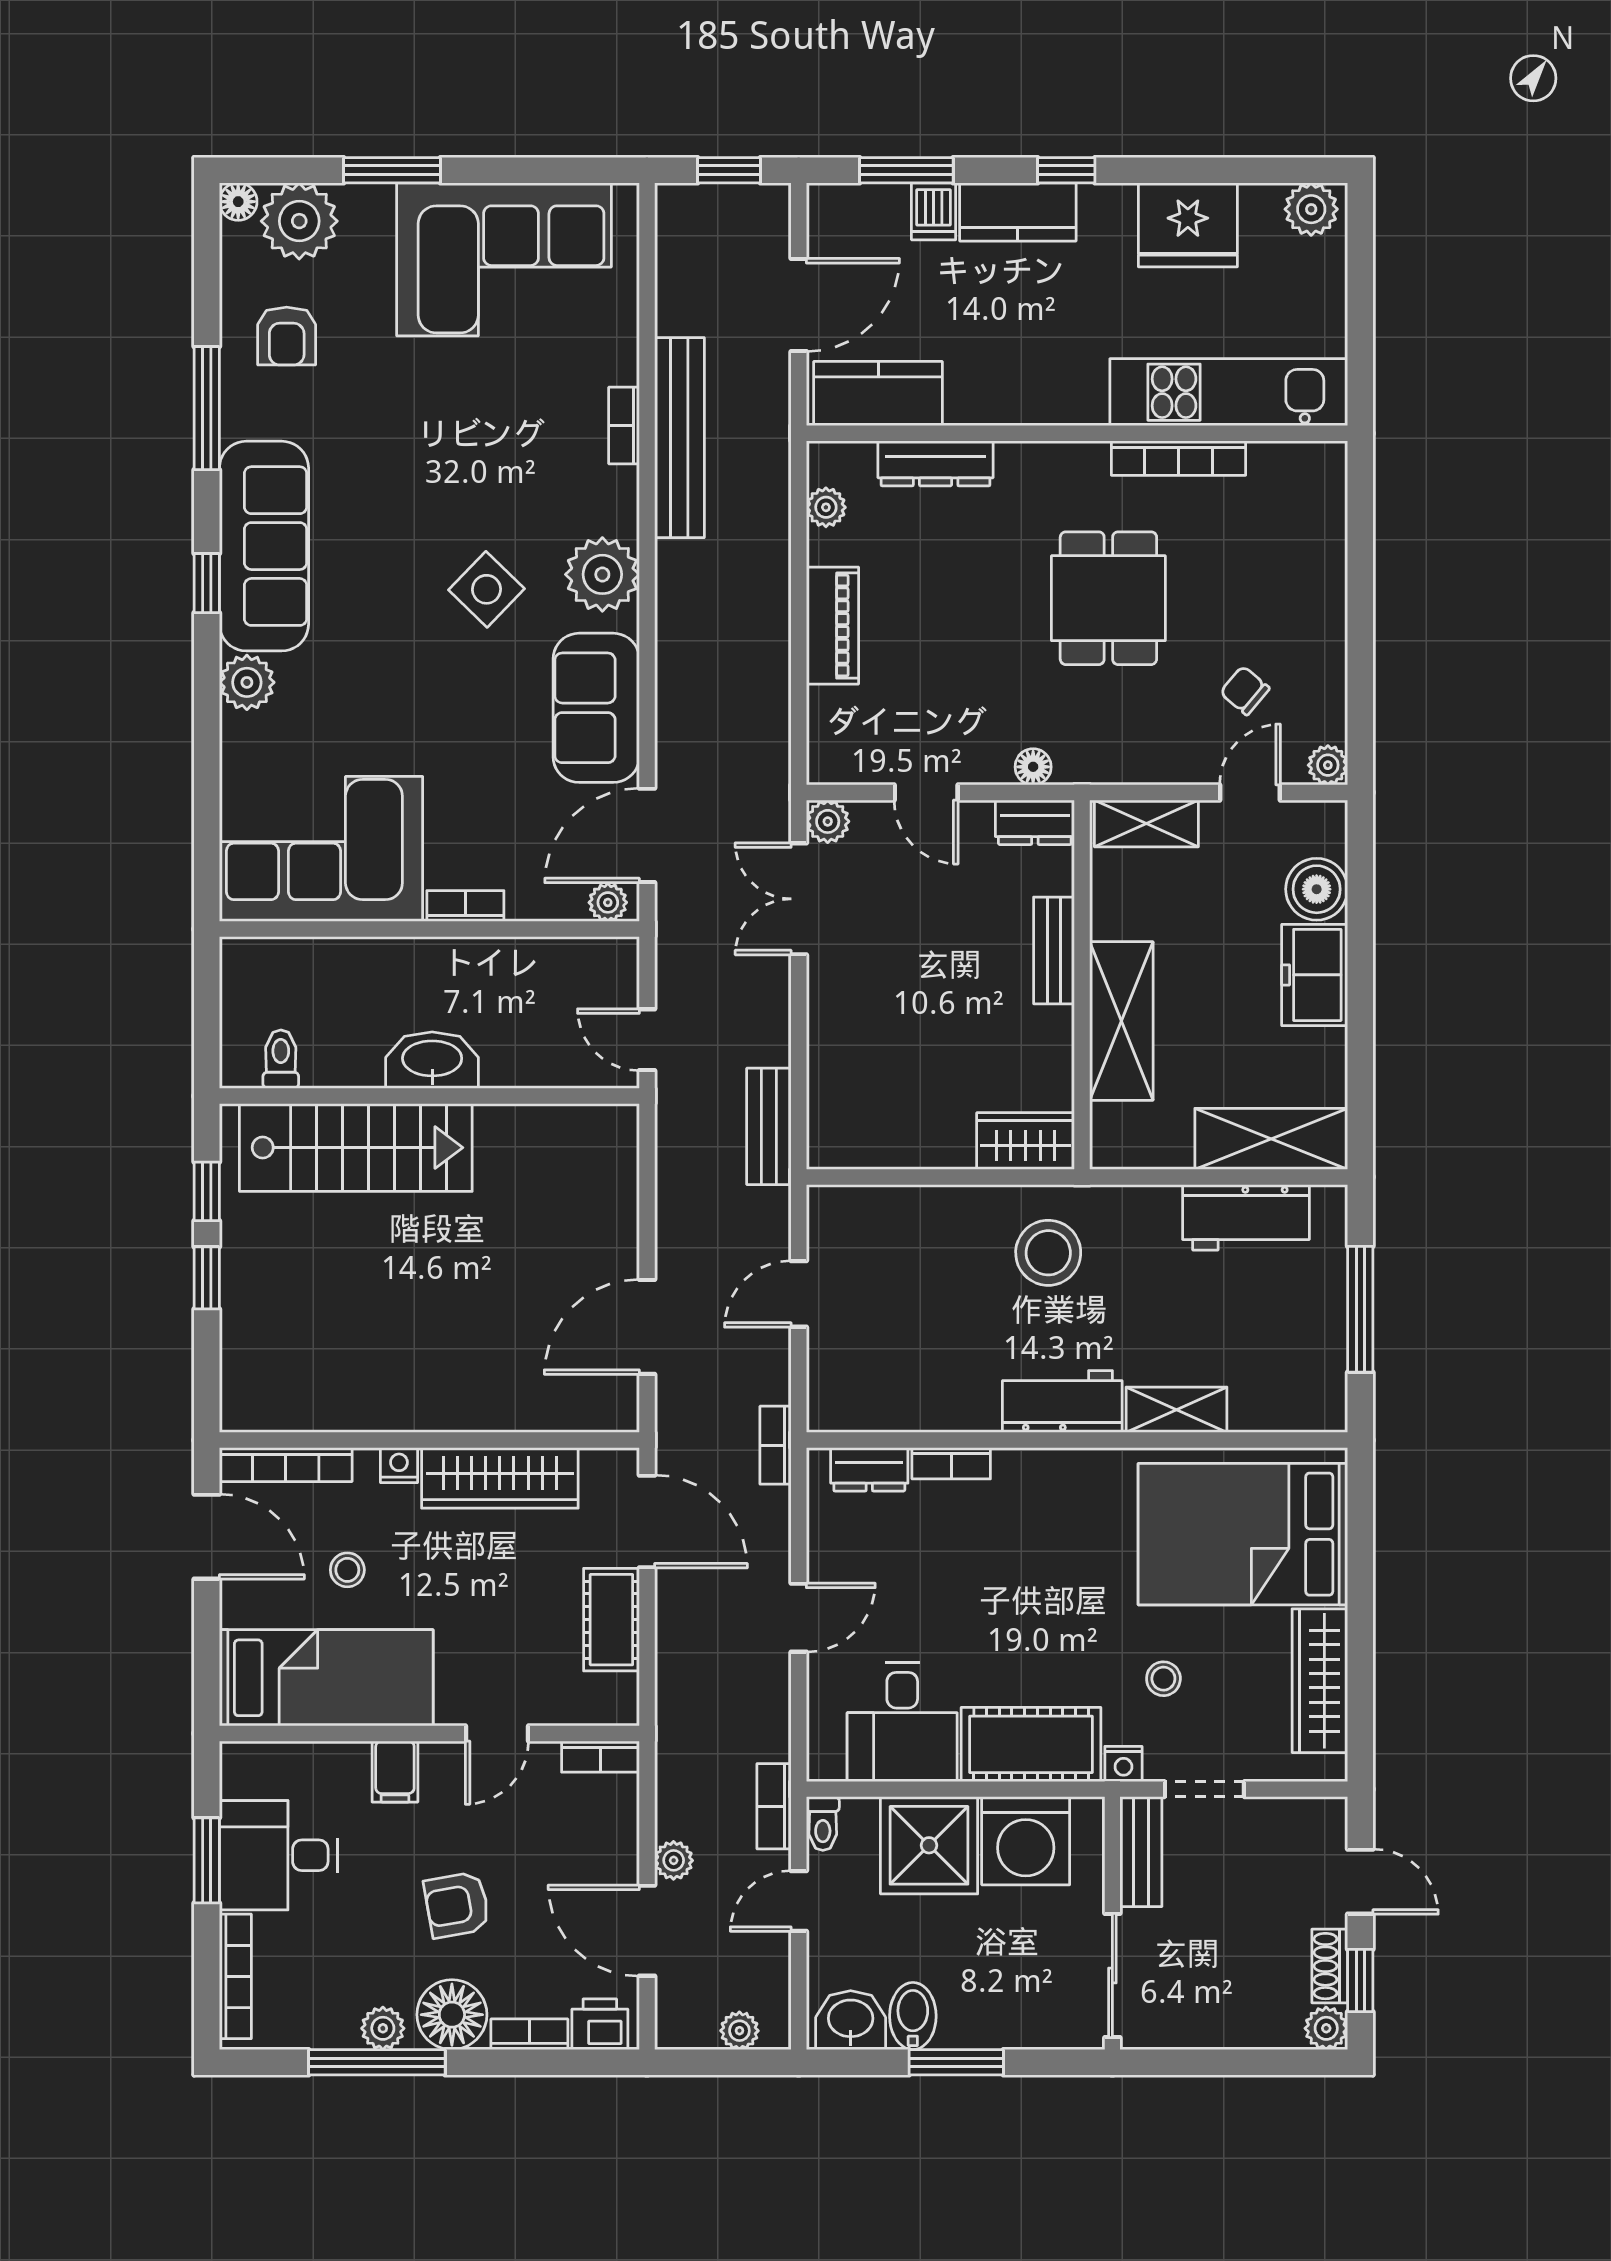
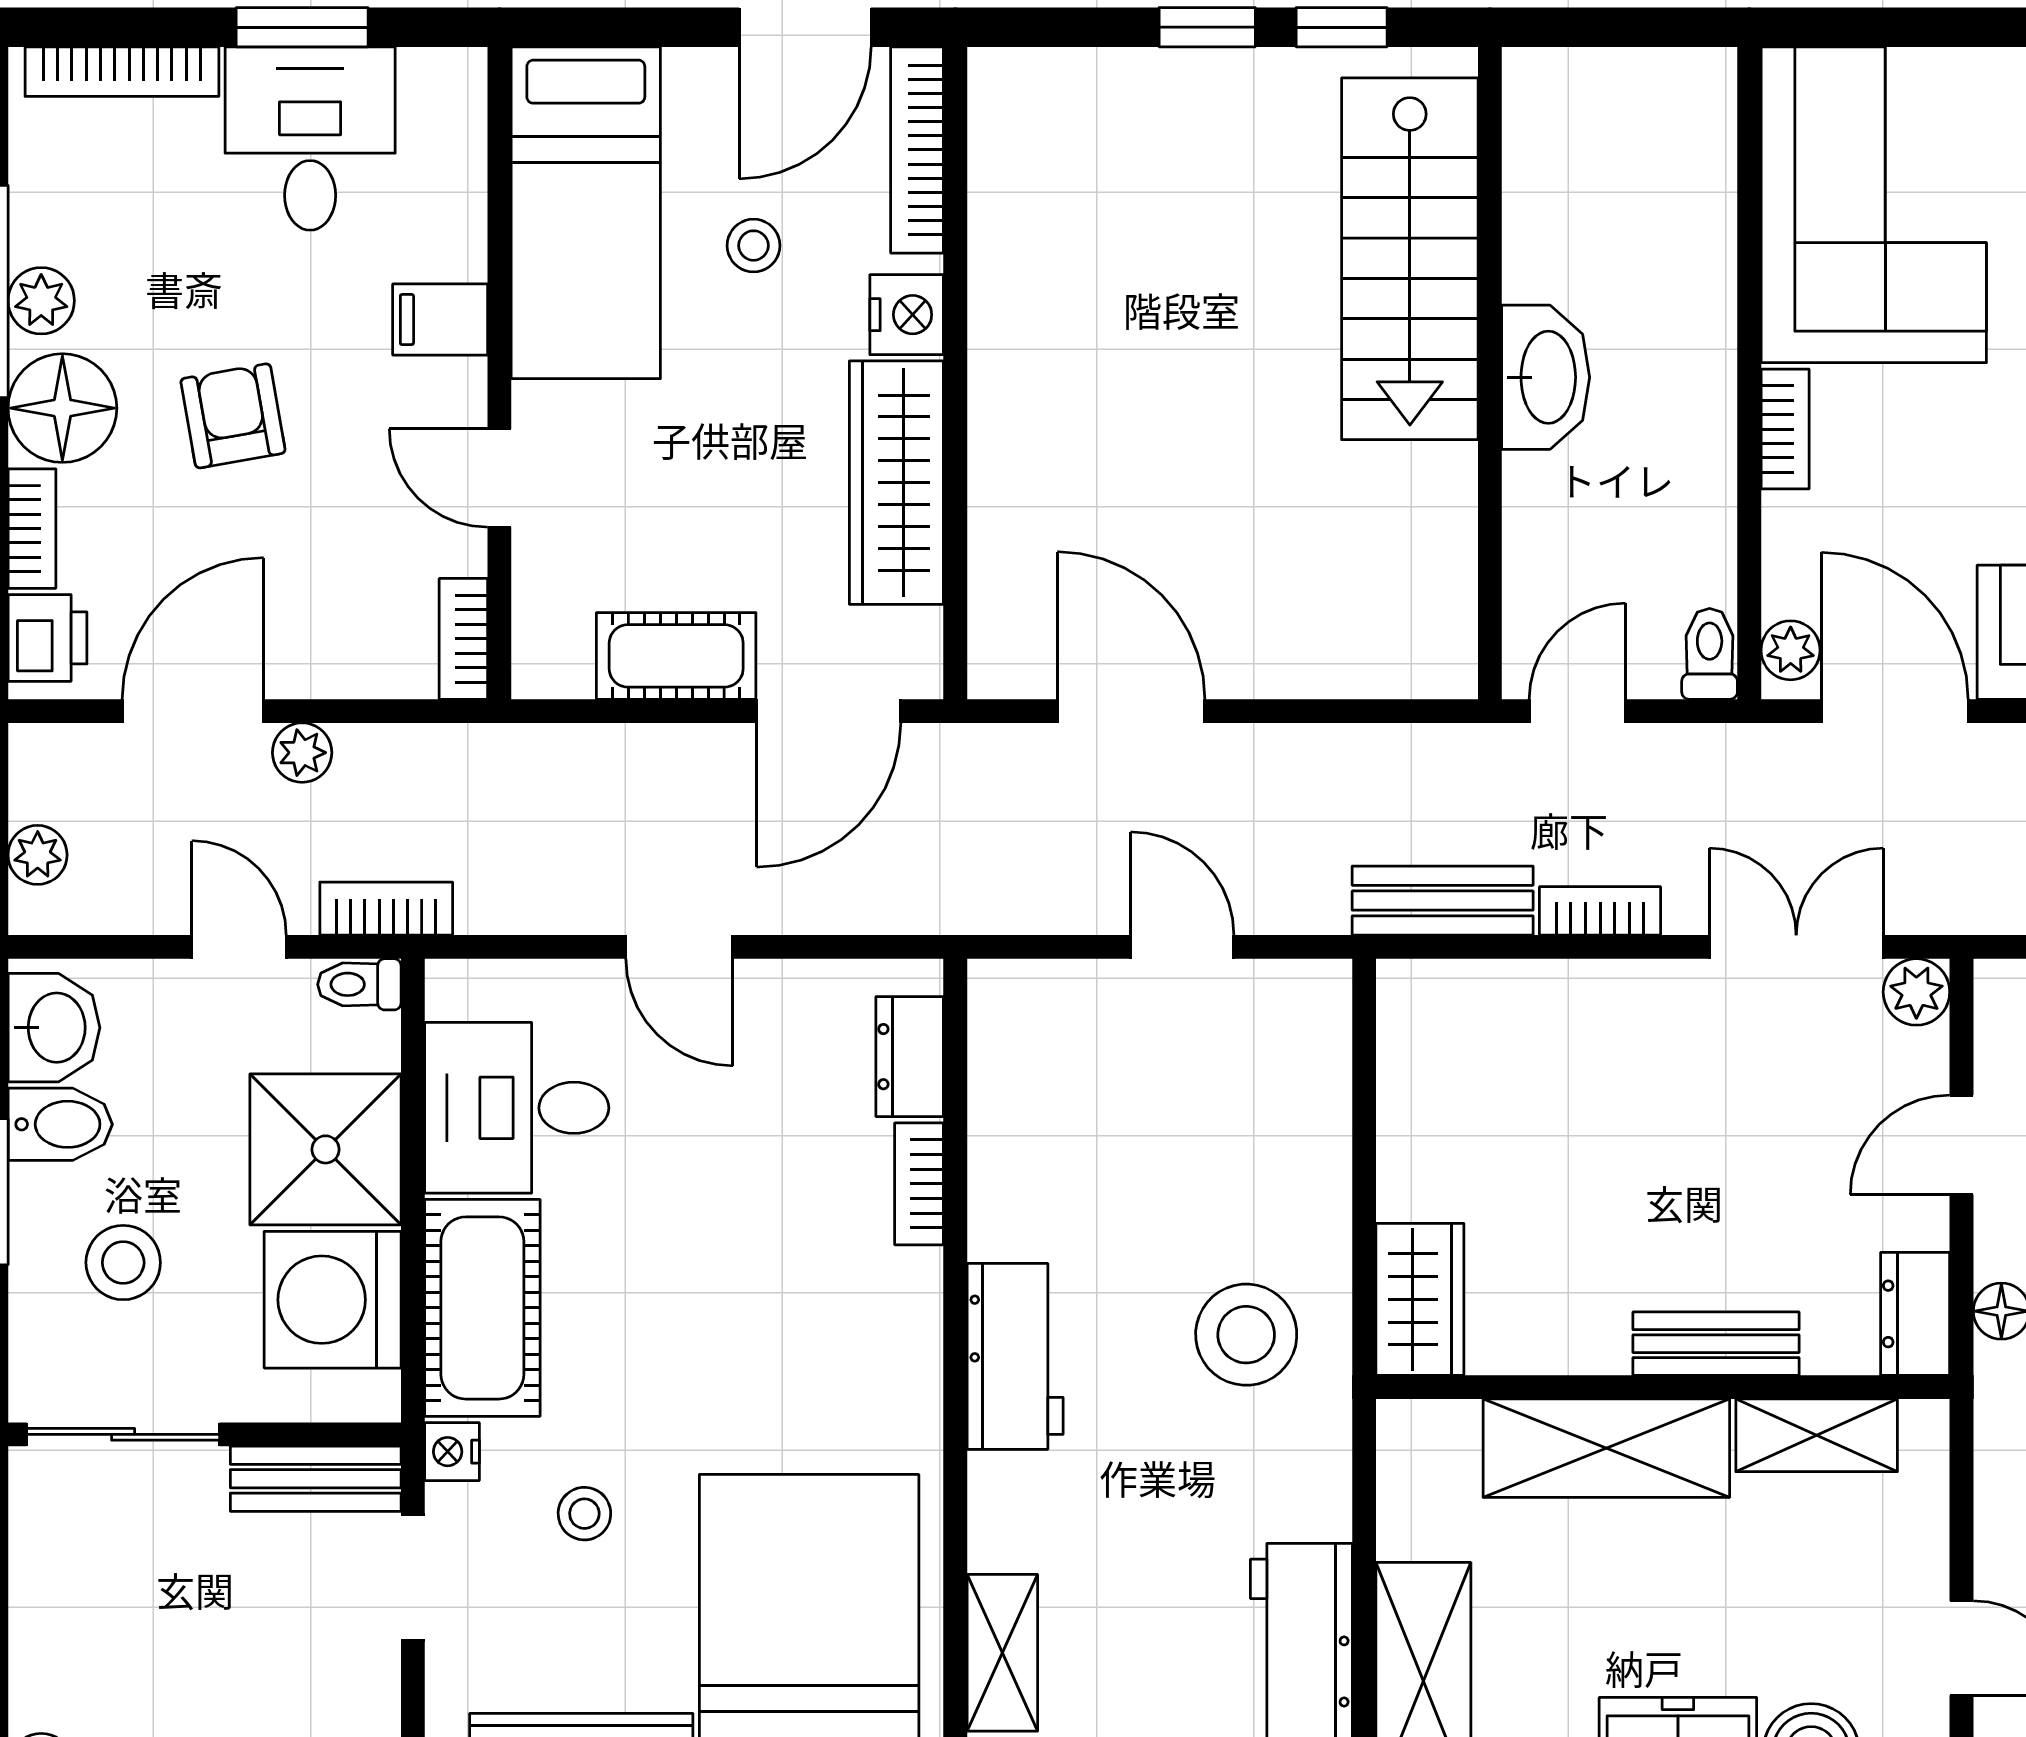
shelving: (1146, 823) -> (1817, 1435), moved, turned 90
toilet: (281, 1059) -> (1710, 654), moved, turned -90
shelving: (1177, 1410) -> (1002, 1653), moved
bookcase: (775, 1445) -> (1600, 911), moved
nightstand: (399, 1465) -> (907, 315), width x1.39, depth x1.35
stool: (1002, 1976) -> (123, 1263), added

